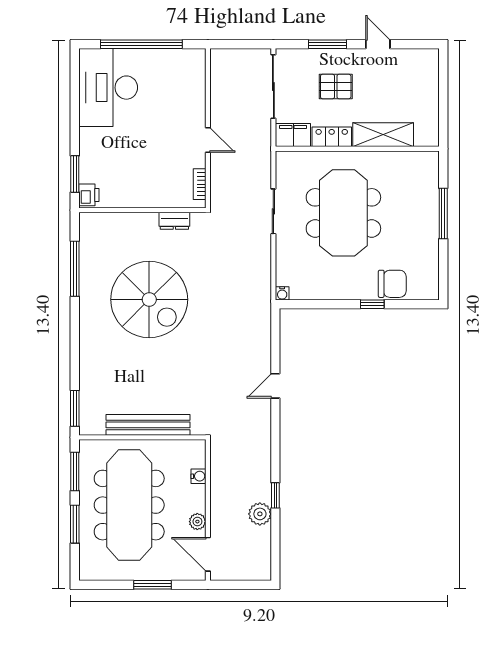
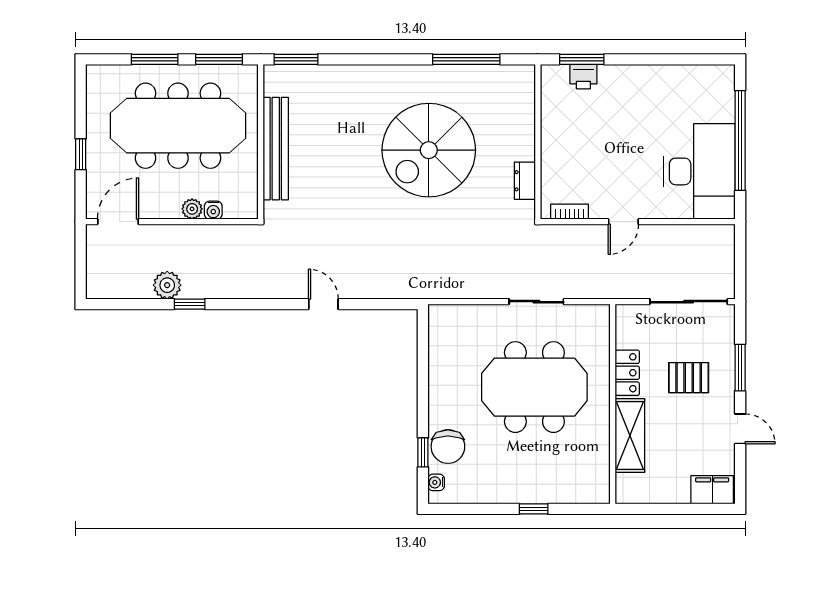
door: (378, 44) -> (740, 429), hinge flipped
pallet: (336, 86) -> (689, 378), turned 90
desk: (108, 88) -> (699, 171), moved, turned 90
filing cabinet: (293, 135) -> (712, 490), moved, turned -90
printer: (89, 195) -> (583, 77), moved
window: (443, 214) -> (534, 509), width x0.46
water cooler: (282, 293) -> (436, 482), moved
window: (372, 304) -> (423, 452), moved
plant: (197, 522) -> (192, 209), moved
window: (153, 585) -> (81, 154), width x0.67

